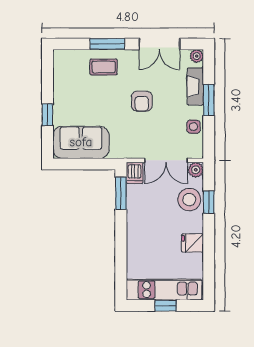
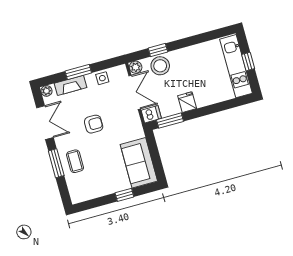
fridge: (192, 243) -> (187, 102), moved, turned 180

